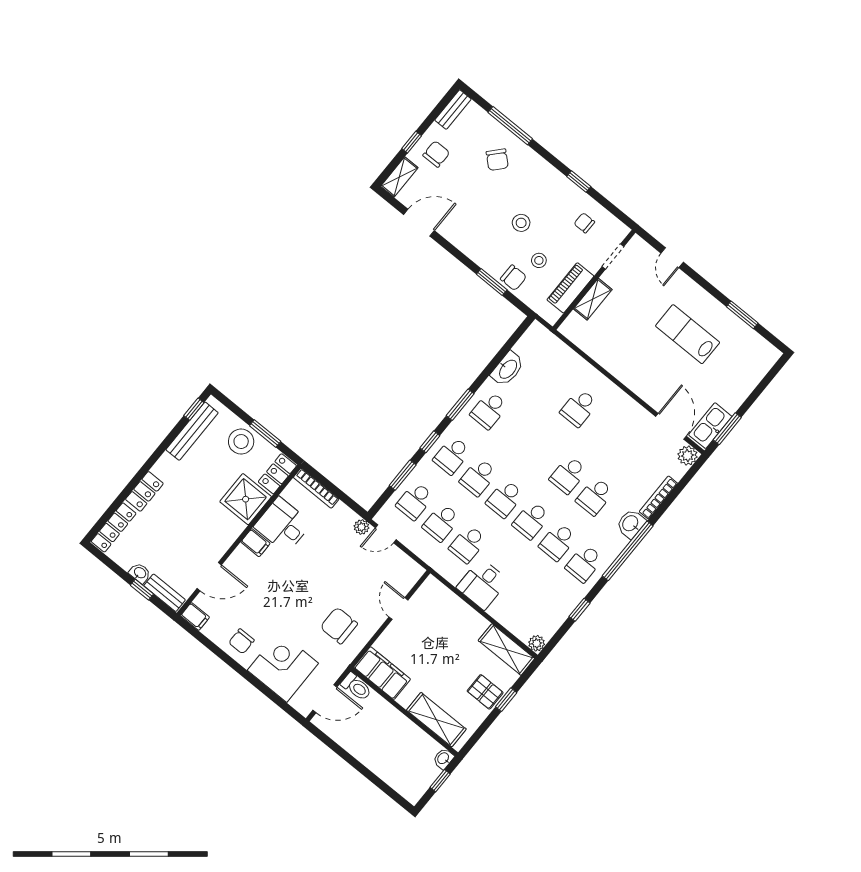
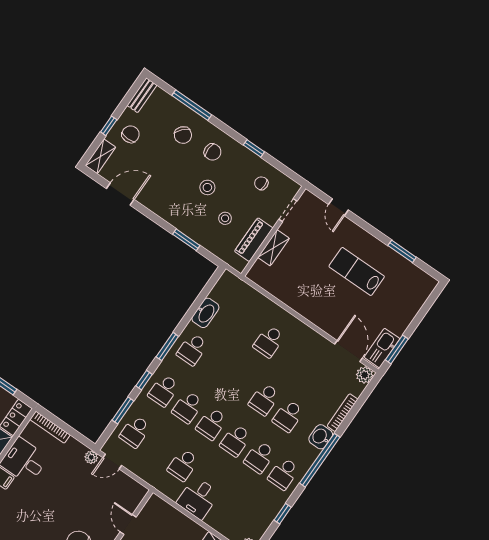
chair: (513, 278) -> (212, 152), moved
school desk: (441, 522) -> (159, 448), removed

